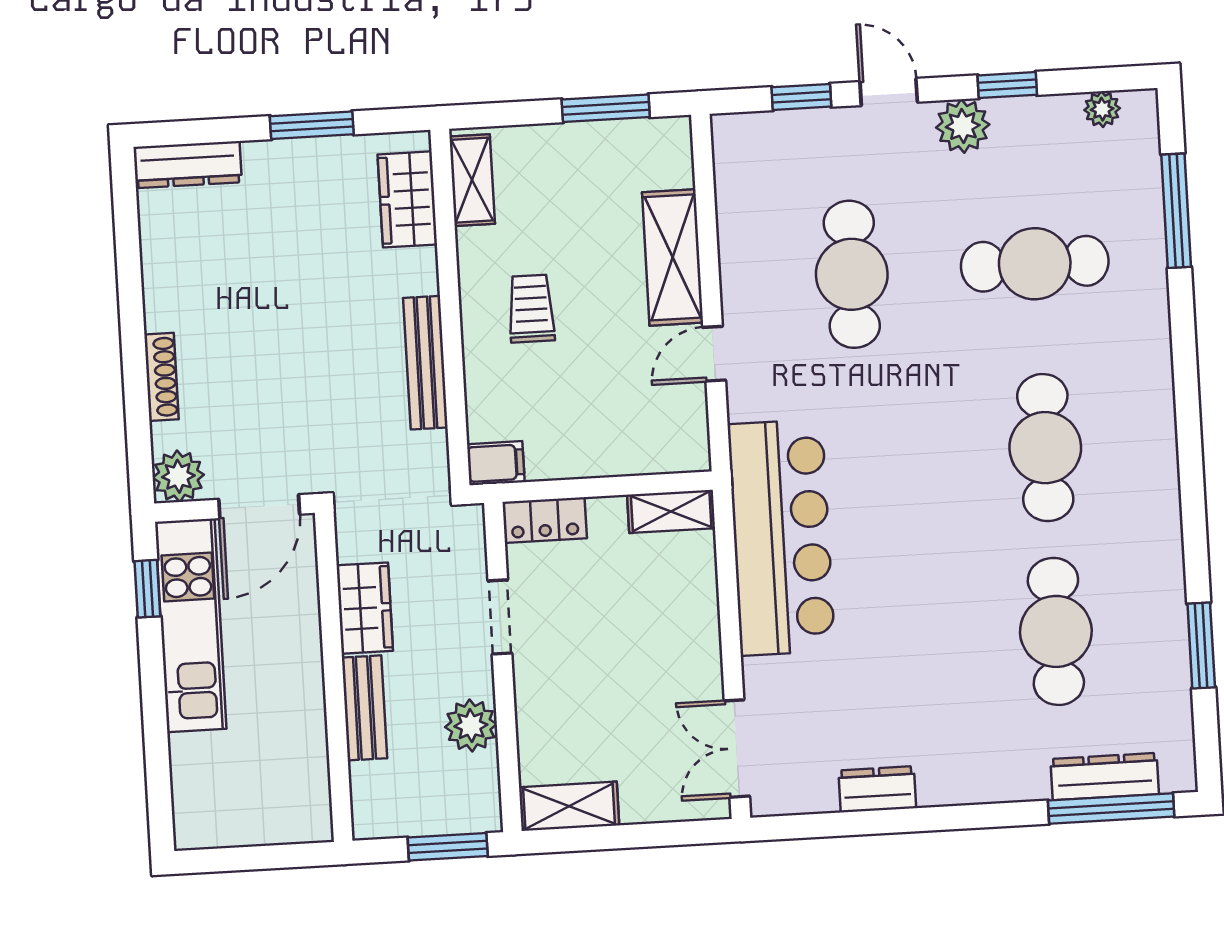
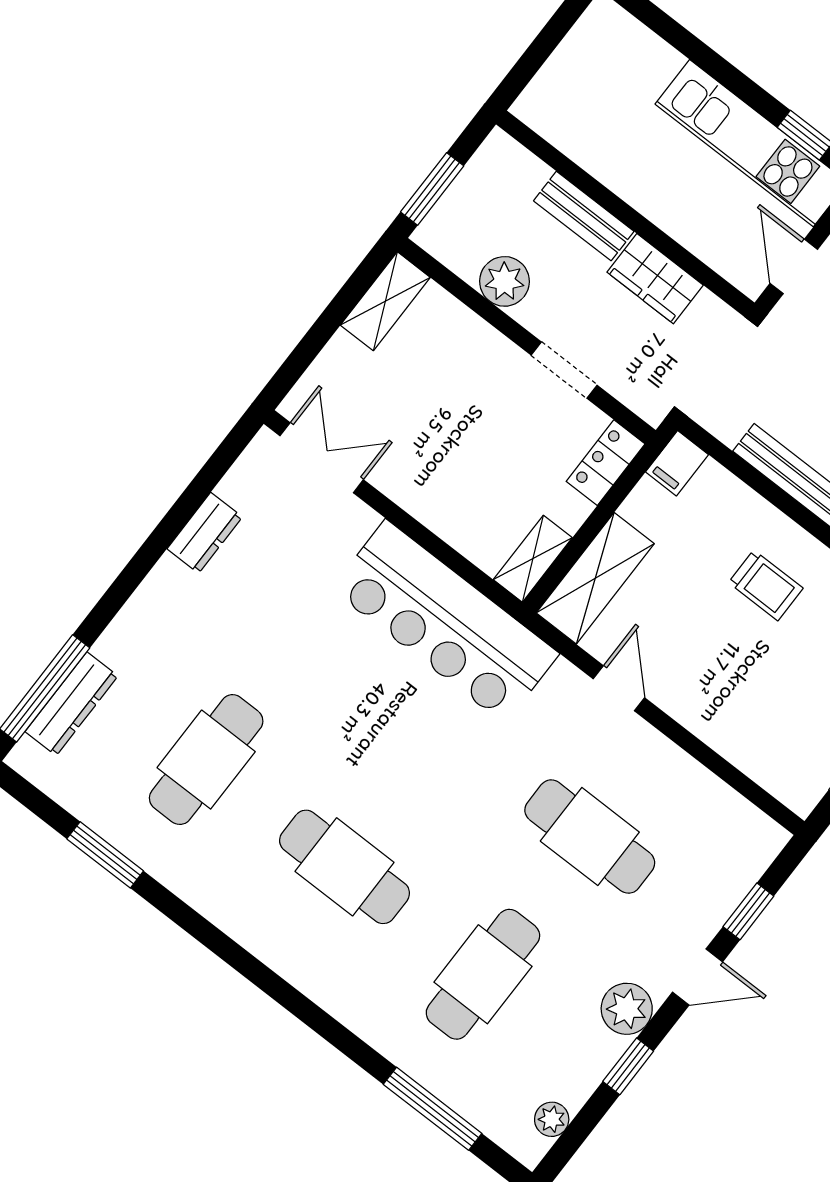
shelving: (673, 257) -> (595, 578), moved, turned 90
door: (259, 507) -> (794, 266), width x0.73
cafe table: (1056, 631) -> (206, 760), turned 90

